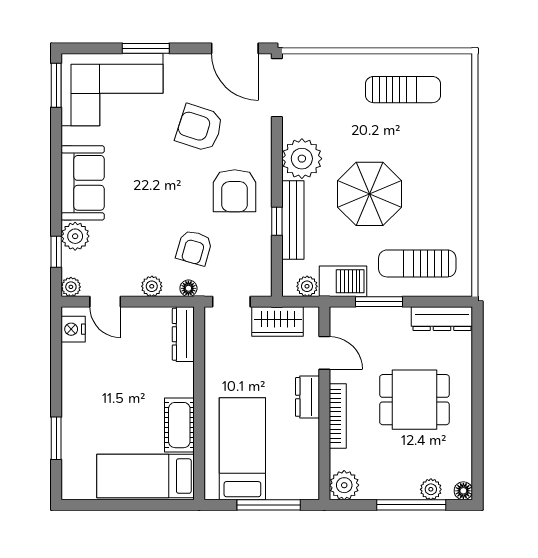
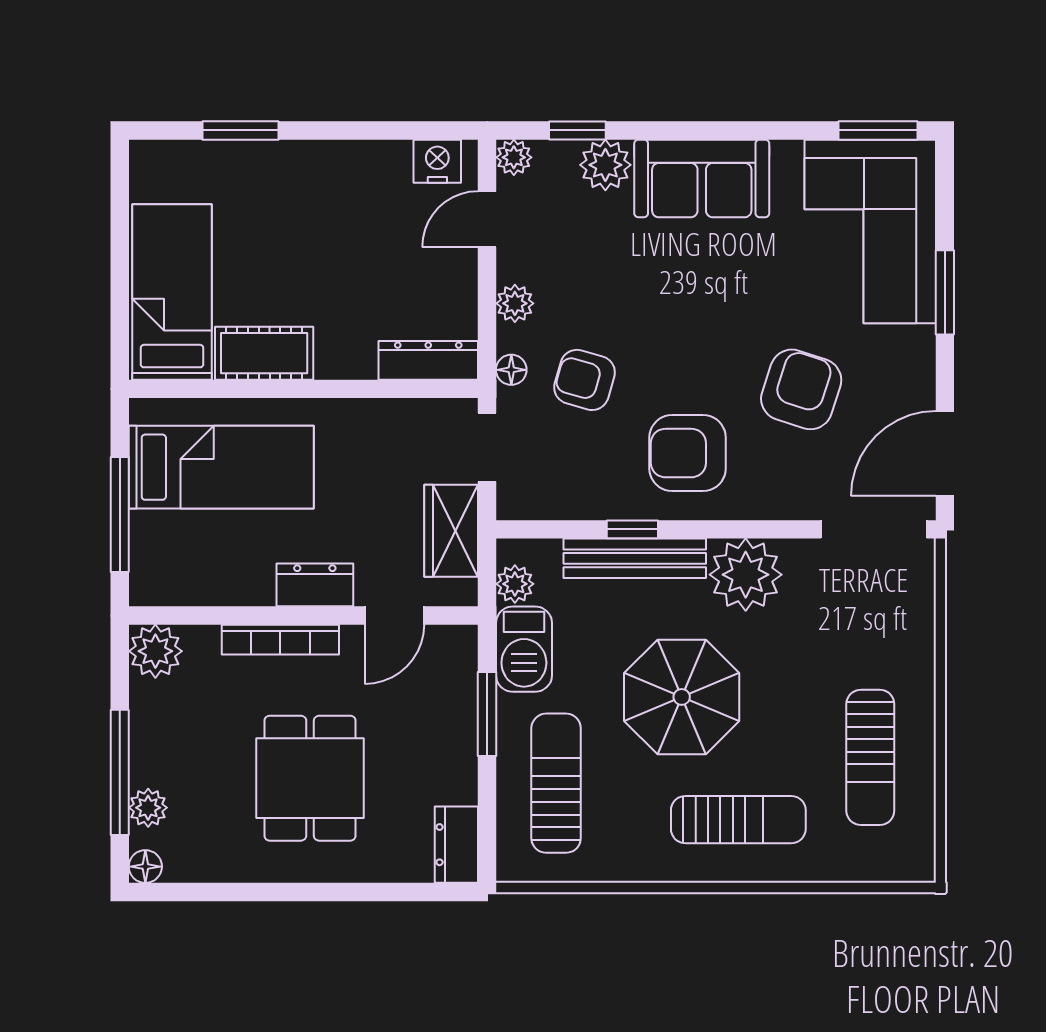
sun lounger: (437, 163) -> (738, 820), added
dresser: (442, 319) -> (456, 845), width x0.70

